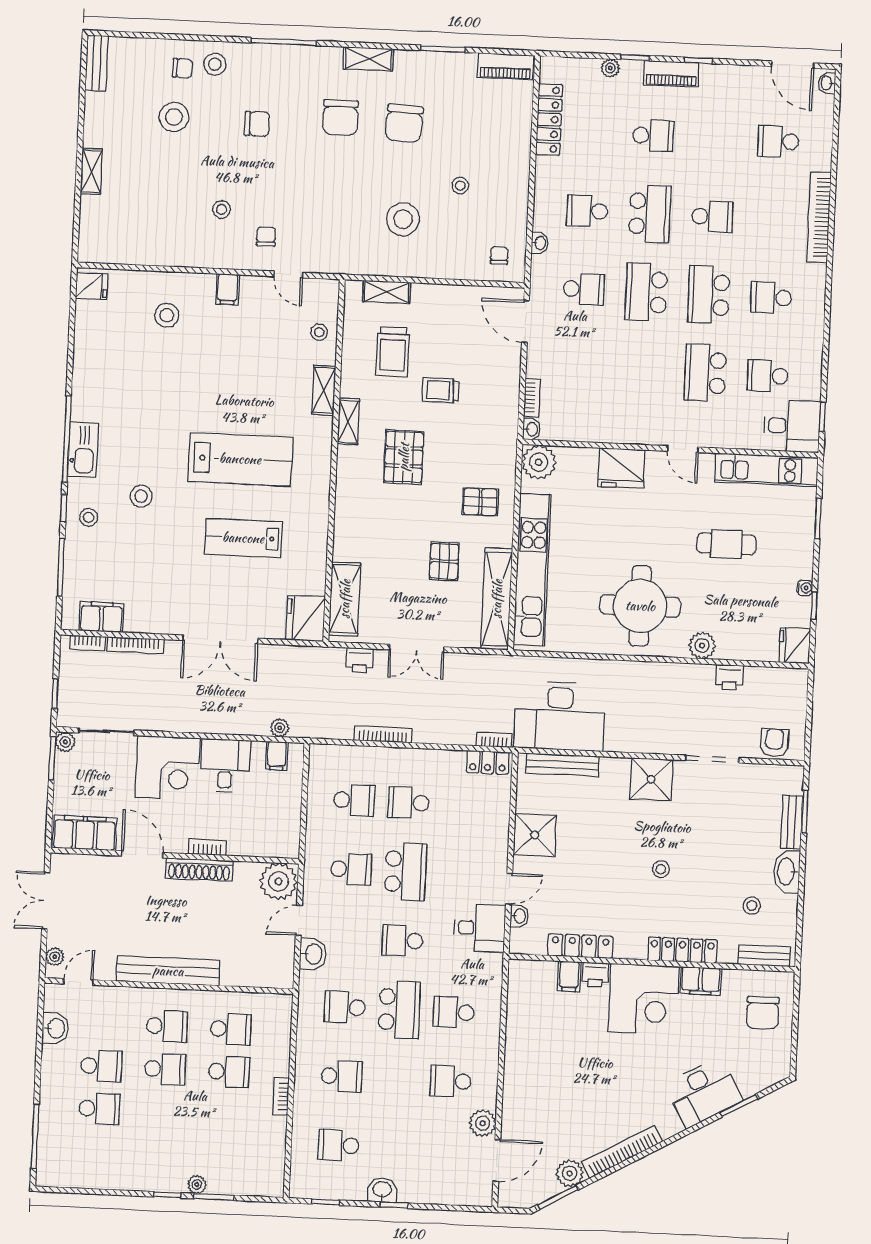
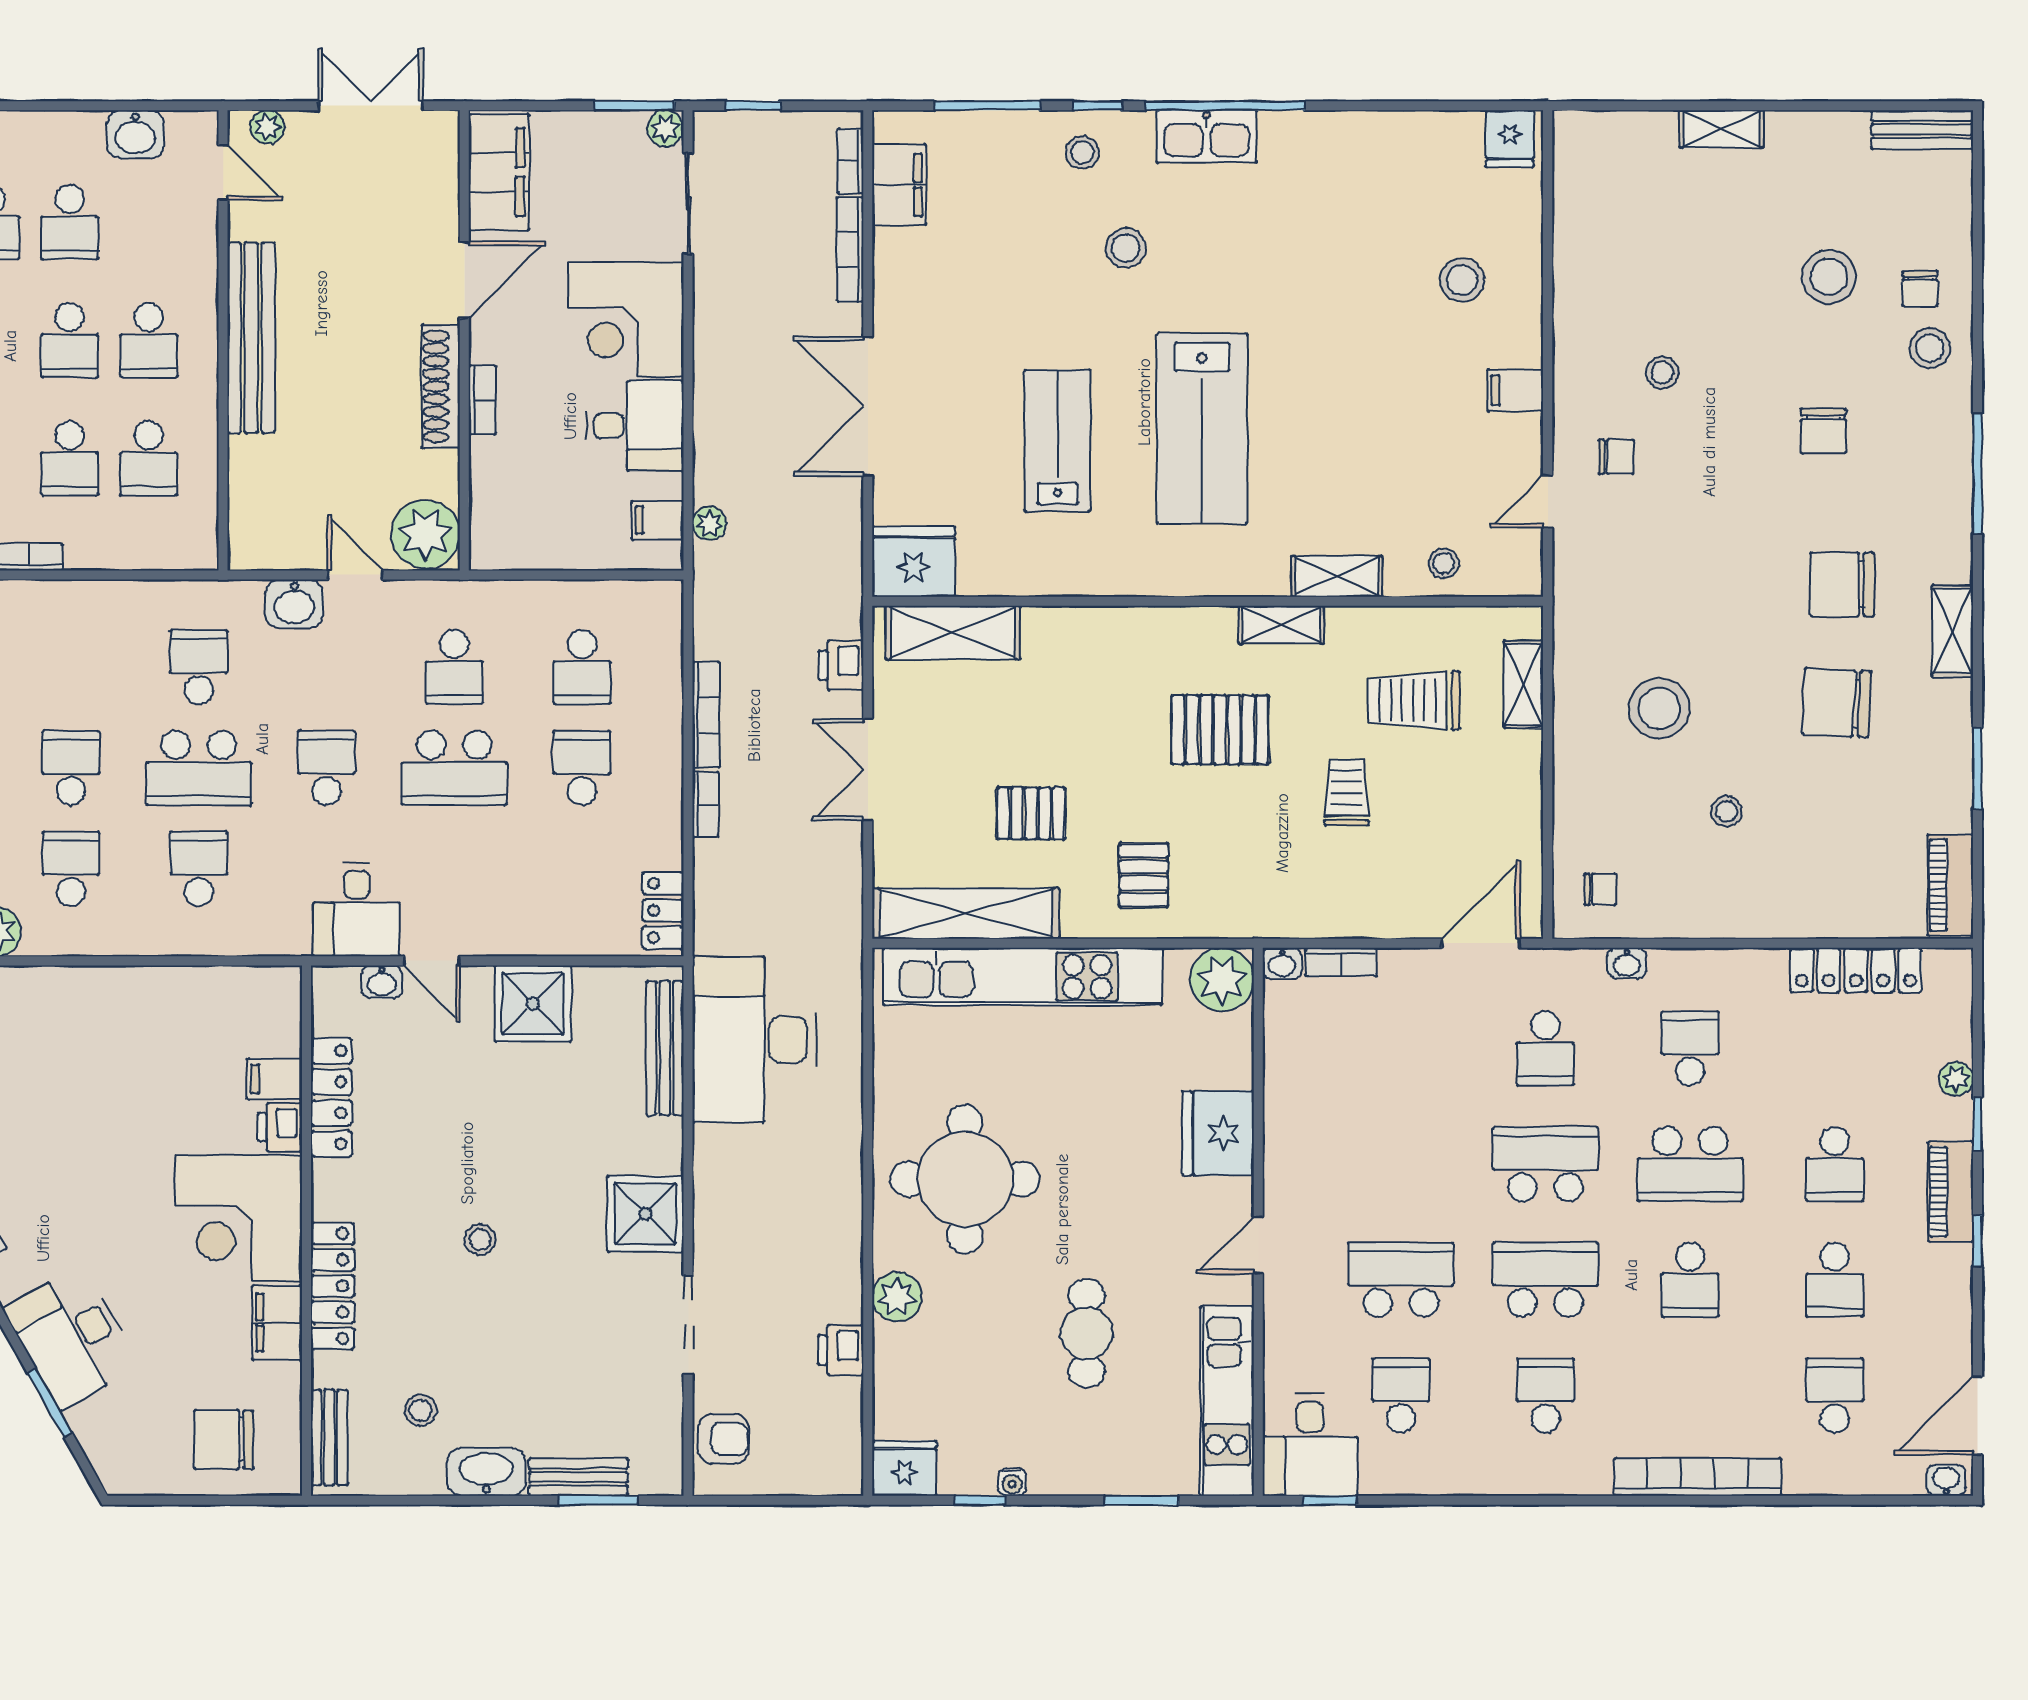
school desk: (716, 138) -> (1835, 1280), added
bookcase: (494, 740) -> (706, 804), moved
school desk: (342, 1076) -> (71, 768), moved, turned 180

